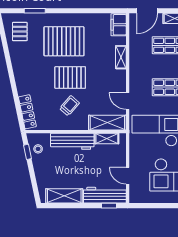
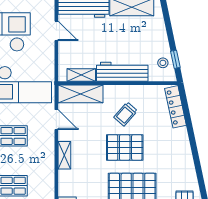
shelving: (121, 57) -> (64, 155), moved

